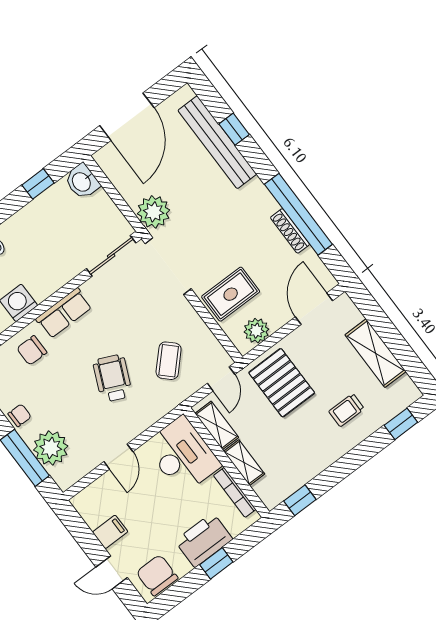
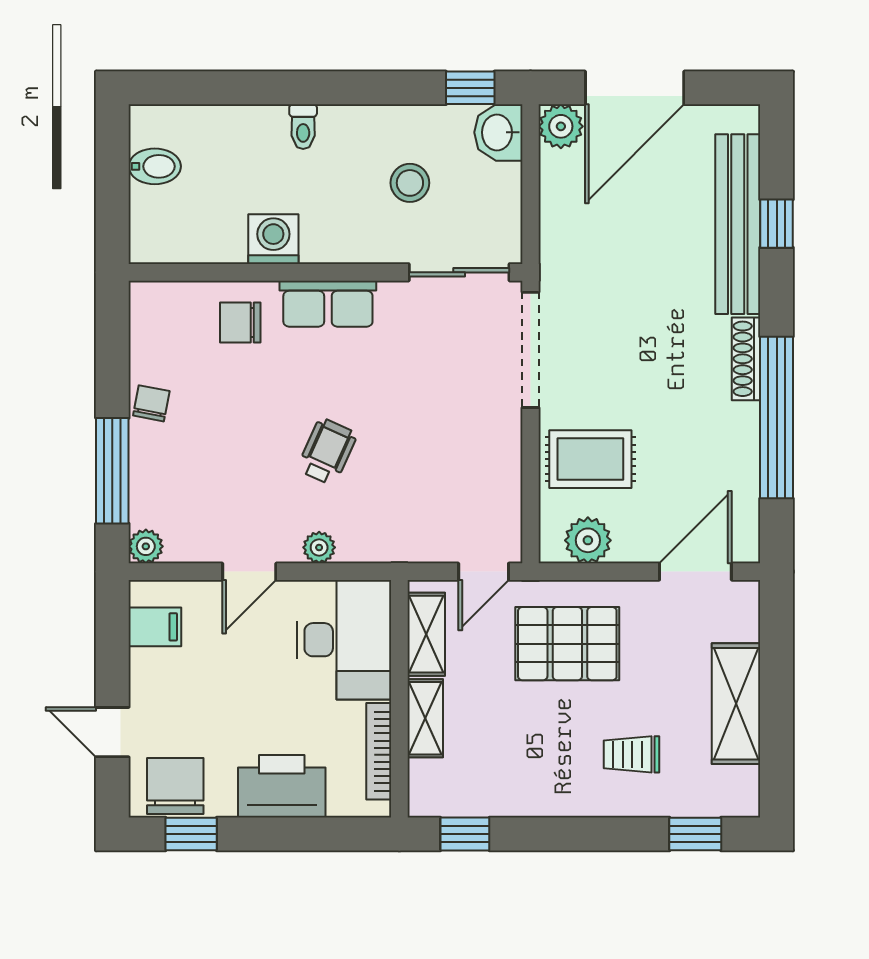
window: (38, 184) -> (470, 88), moved
plant: (154, 212) -> (561, 126), moved, width x0.73, depth x0.73
shoe rack: (290, 231) -> (746, 359), moved
stool: (60, 233) -> (410, 183), added
coffee table: (169, 361) -> (427, 488), removed
wheelchair: (113, 378) -> (327, 452), width x0.73, depth x0.73
pallet: (282, 383) -> (567, 644), turned 90
chair: (20, 415) -> (151, 403), turned -79
plant: (141, 423) -> (319, 547), added
plant: (51, 448) -> (146, 546), moved, width x0.53, depth x0.53
filing cabinet: (110, 532) -> (155, 627), moved
window: (216, 563) -> (191, 834), moved

